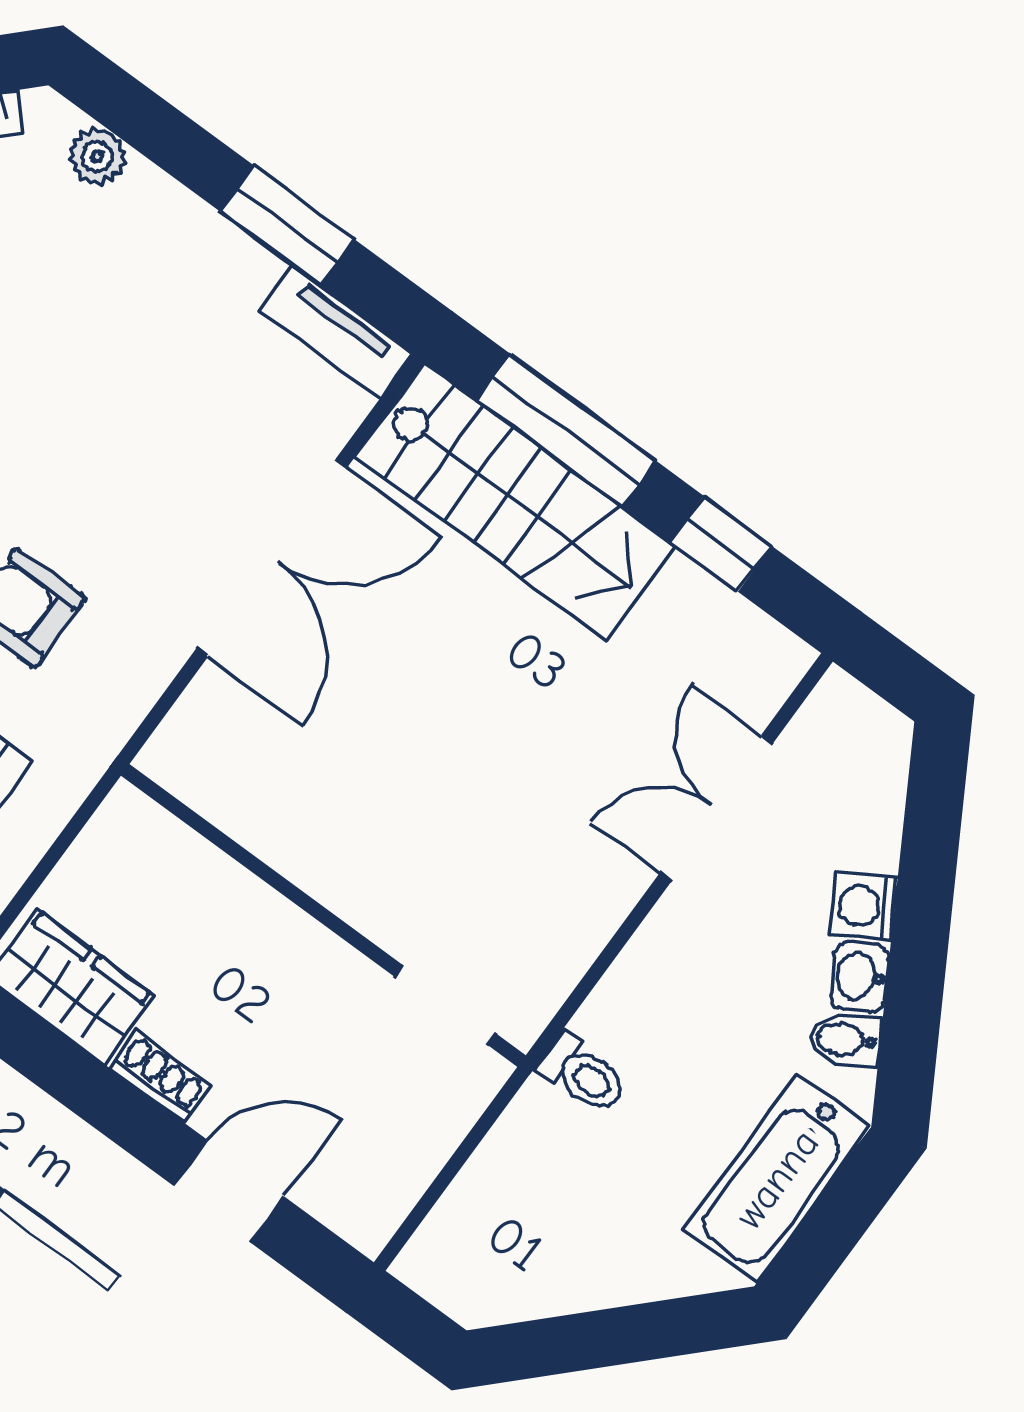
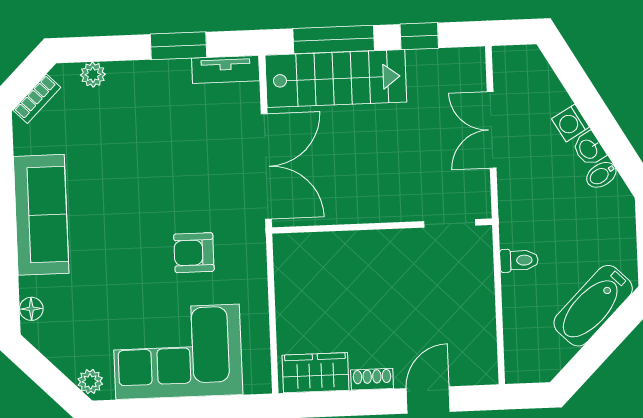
wall: (323, 915) -> (382, 226), moved
doorway: (445, 1005) -> (450, 223), moved
bathtub: (777, 1179) -> (593, 306), moved, turned 45

